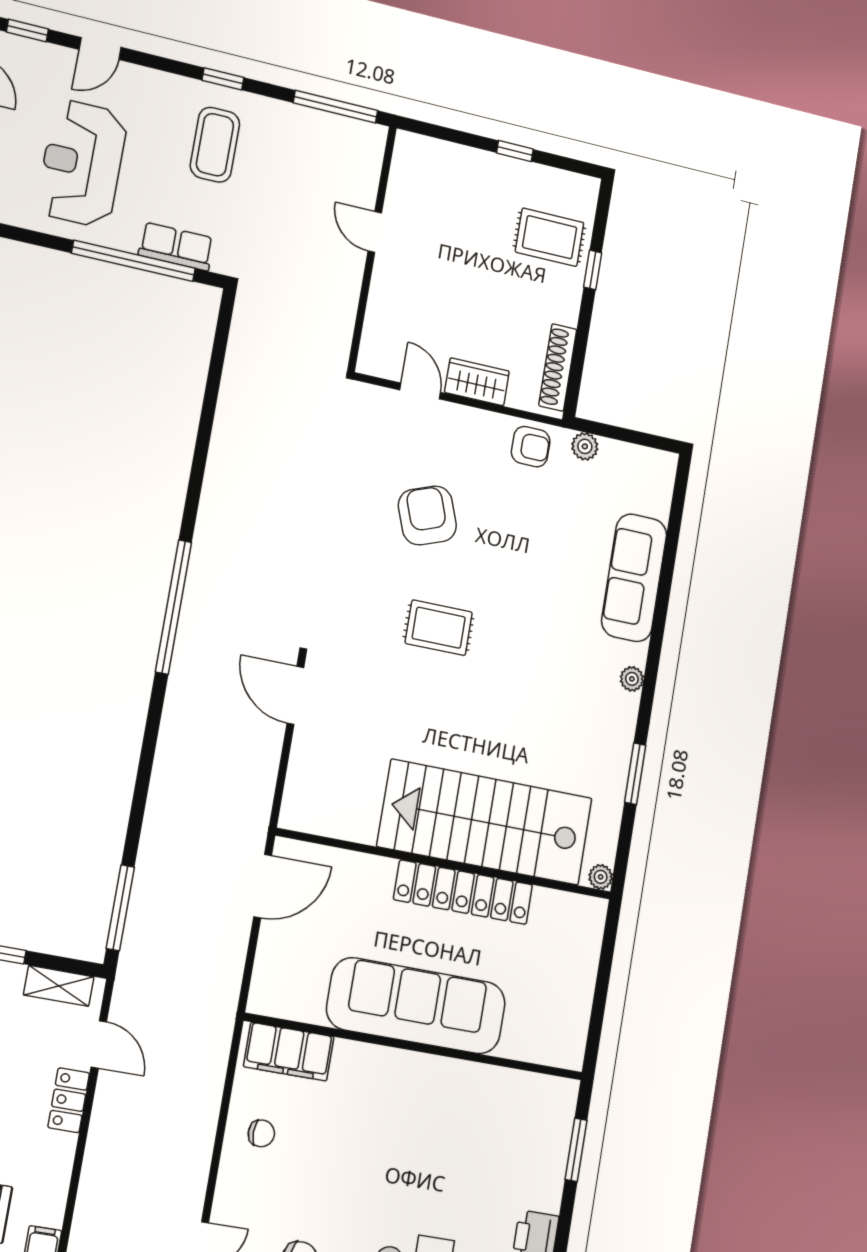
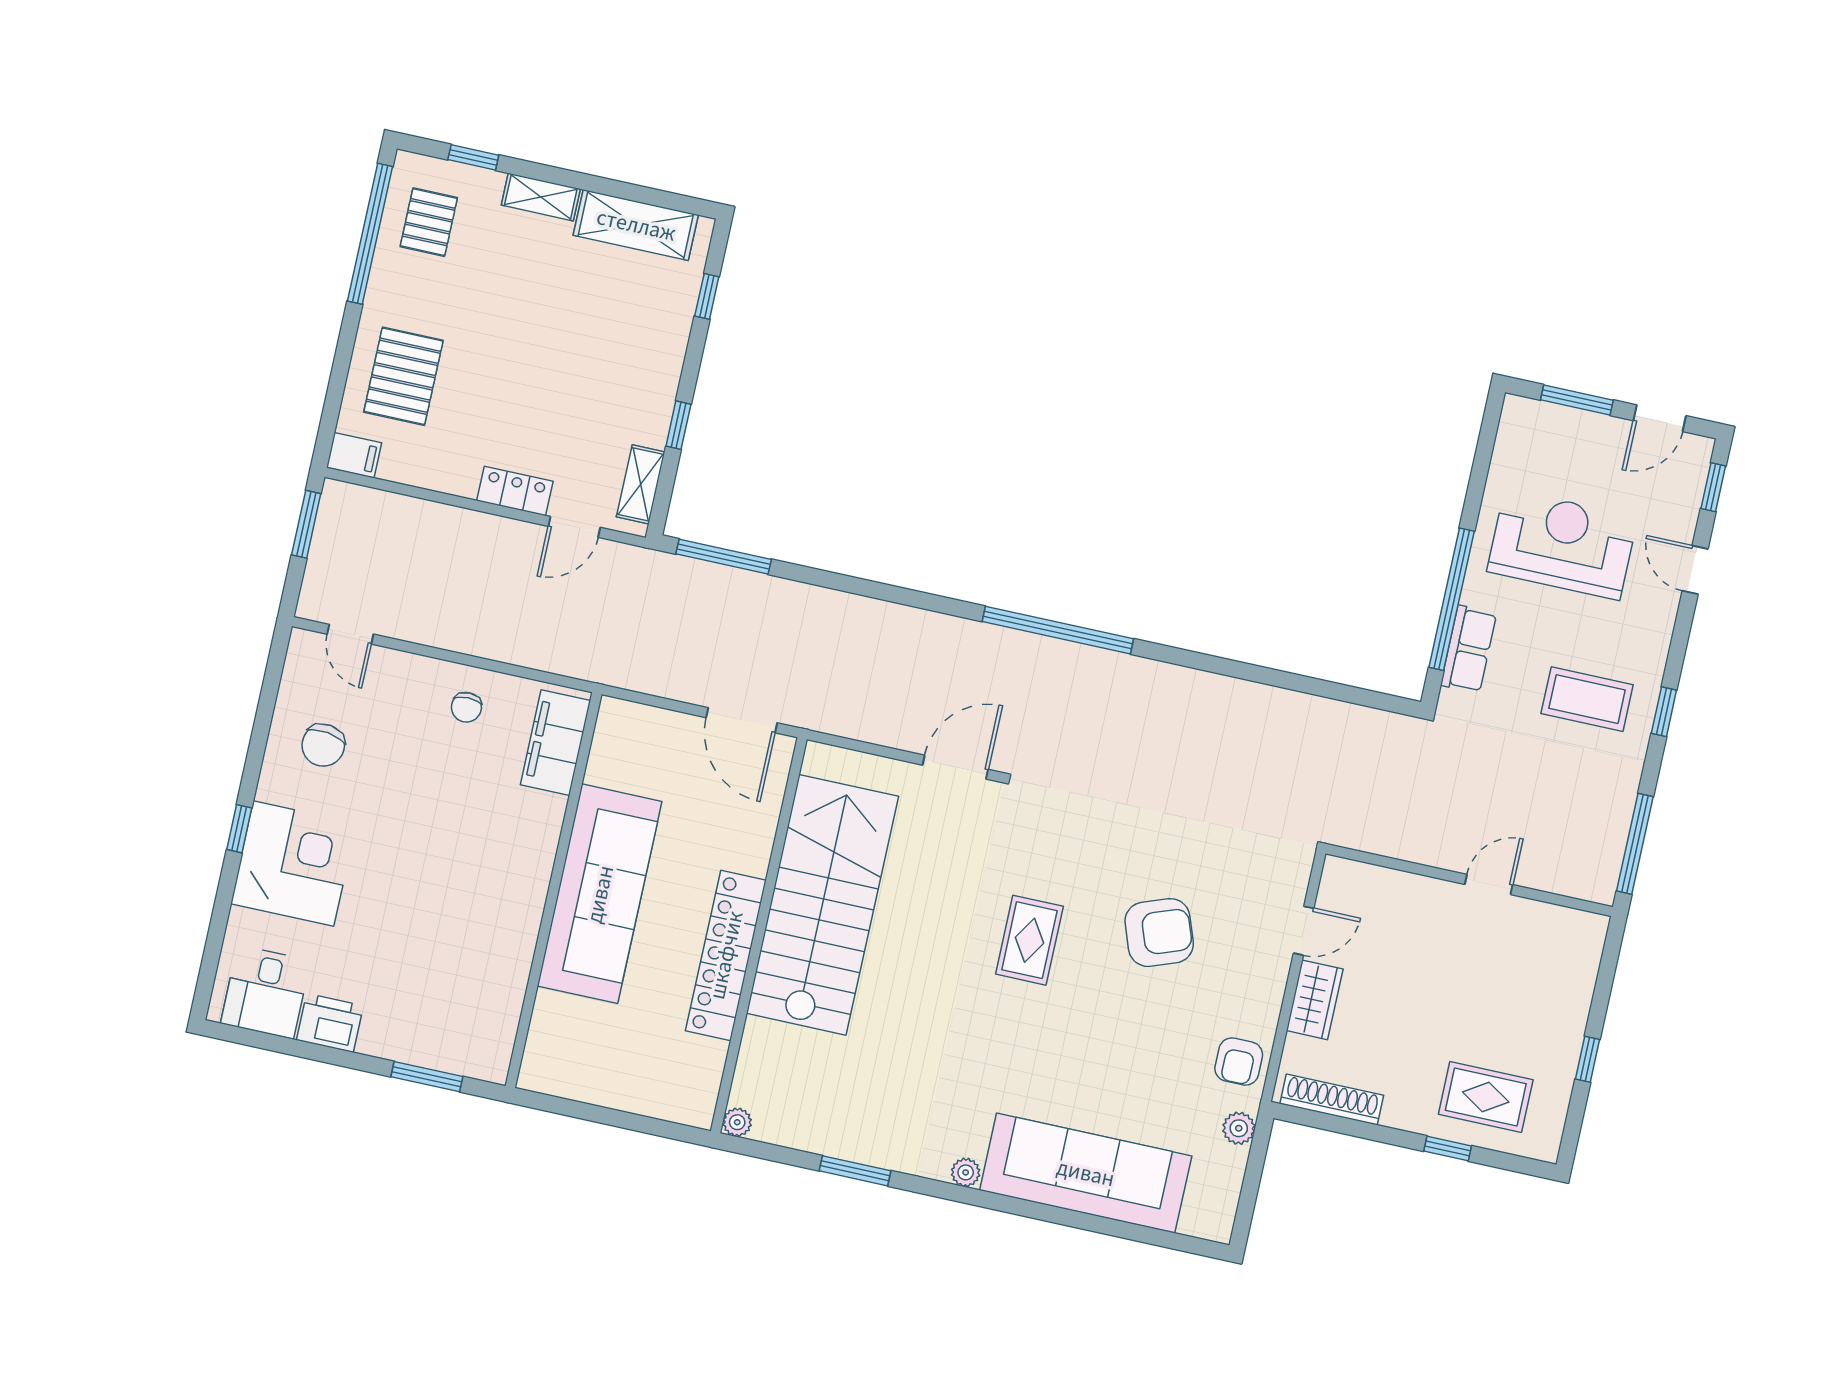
rug: (550, 237) -> (1486, 1097), turned 90
sofa: (634, 578) -> (1086, 1173), width x1.36, depth x1.27
stairs: (485, 822) -> (822, 905), moved

